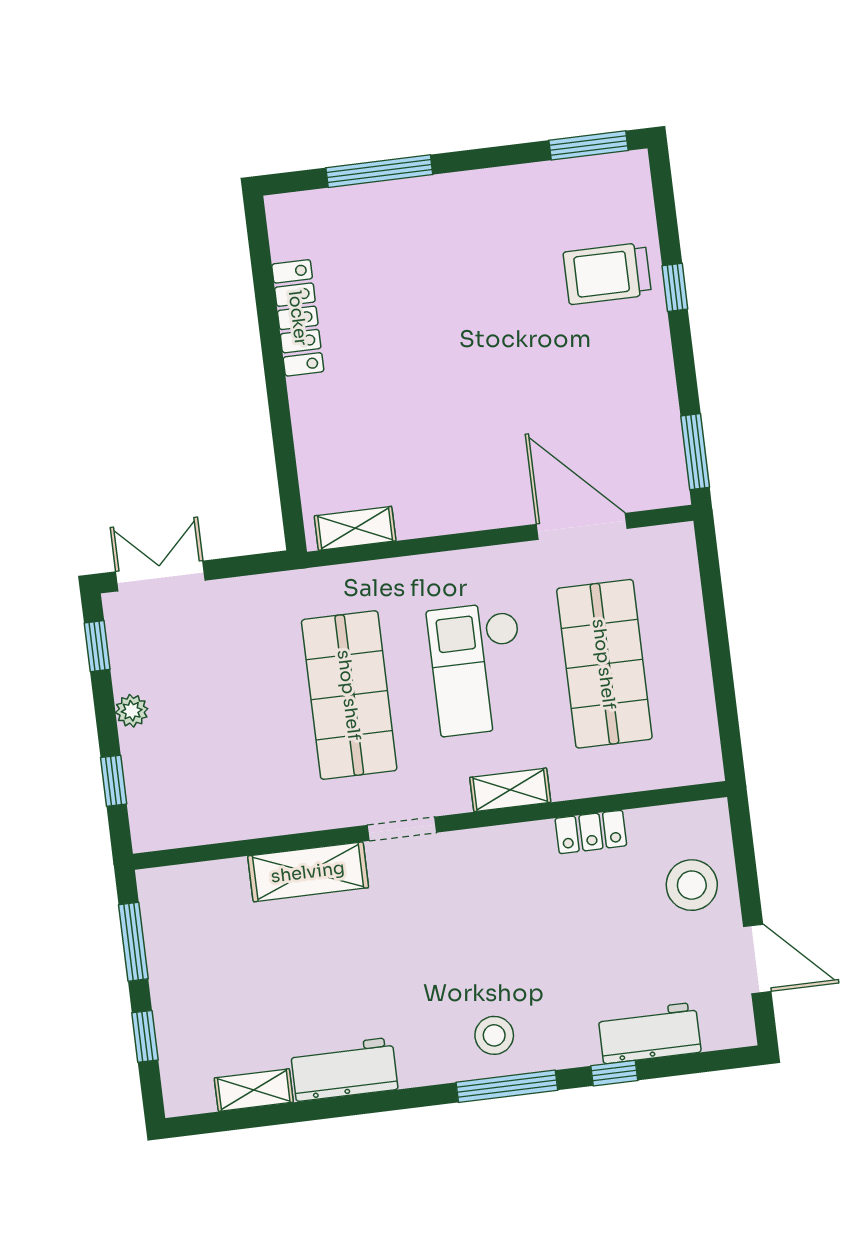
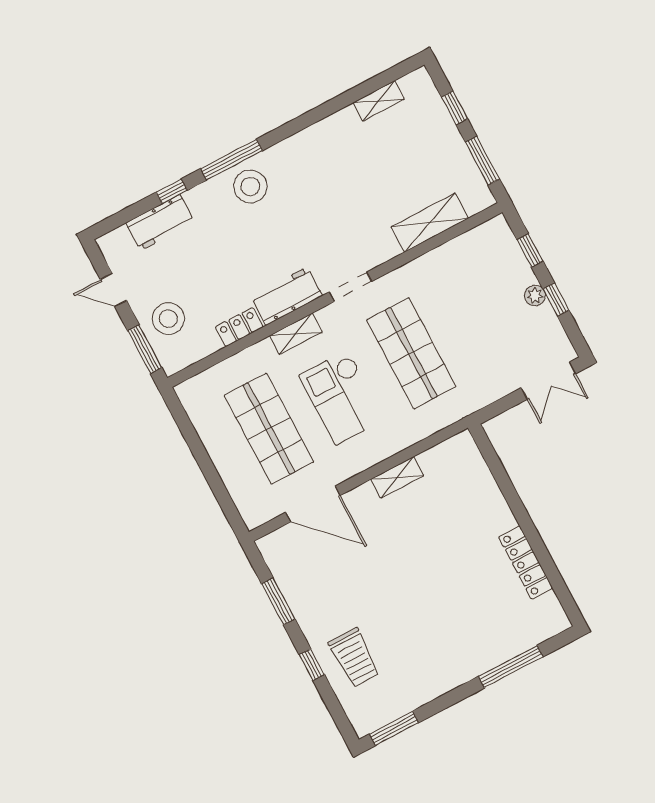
trolley: (607, 273) -> (354, 658), turned 90
window: (695, 452) -> (278, 601), moved
shelving: (355, 528) -> (397, 477), moved
window: (97, 646) -> (556, 300), moved
checkout: (478, 669) -> (342, 397), turned 180
window: (744, 853) -> (145, 349), added
shelving: (308, 872) -> (430, 223), moved
door: (757, 959) -> (113, 290), width x0.73
stool: (494, 1035) -> (250, 187), width x1.38, depth x1.38
workbench: (344, 1069) -> (287, 296), moved, turned 180

